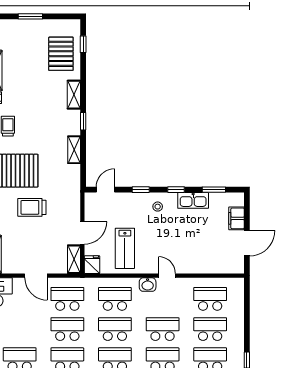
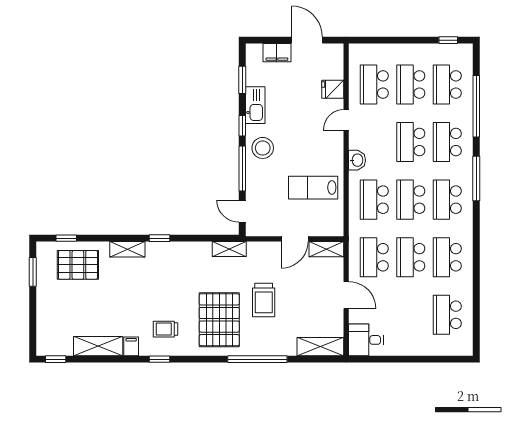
window: (30, 16) -> (33, 272), moved
shelving: (74, 150) -> (229, 249), moved
window: (141, 190) -> (242, 168), width x2.17
stool: (158, 207) -> (263, 148), width x1.89, depth x1.89
door: (82, 233) -> (295, 239), swing flipped
lab bench: (125, 248) -> (313, 188), turned 180
fridge: (92, 265) -> (333, 89), moved
door: (36, 276) -> (346, 295), hinge flipped
door: (167, 276) -> (346, 120), moved

